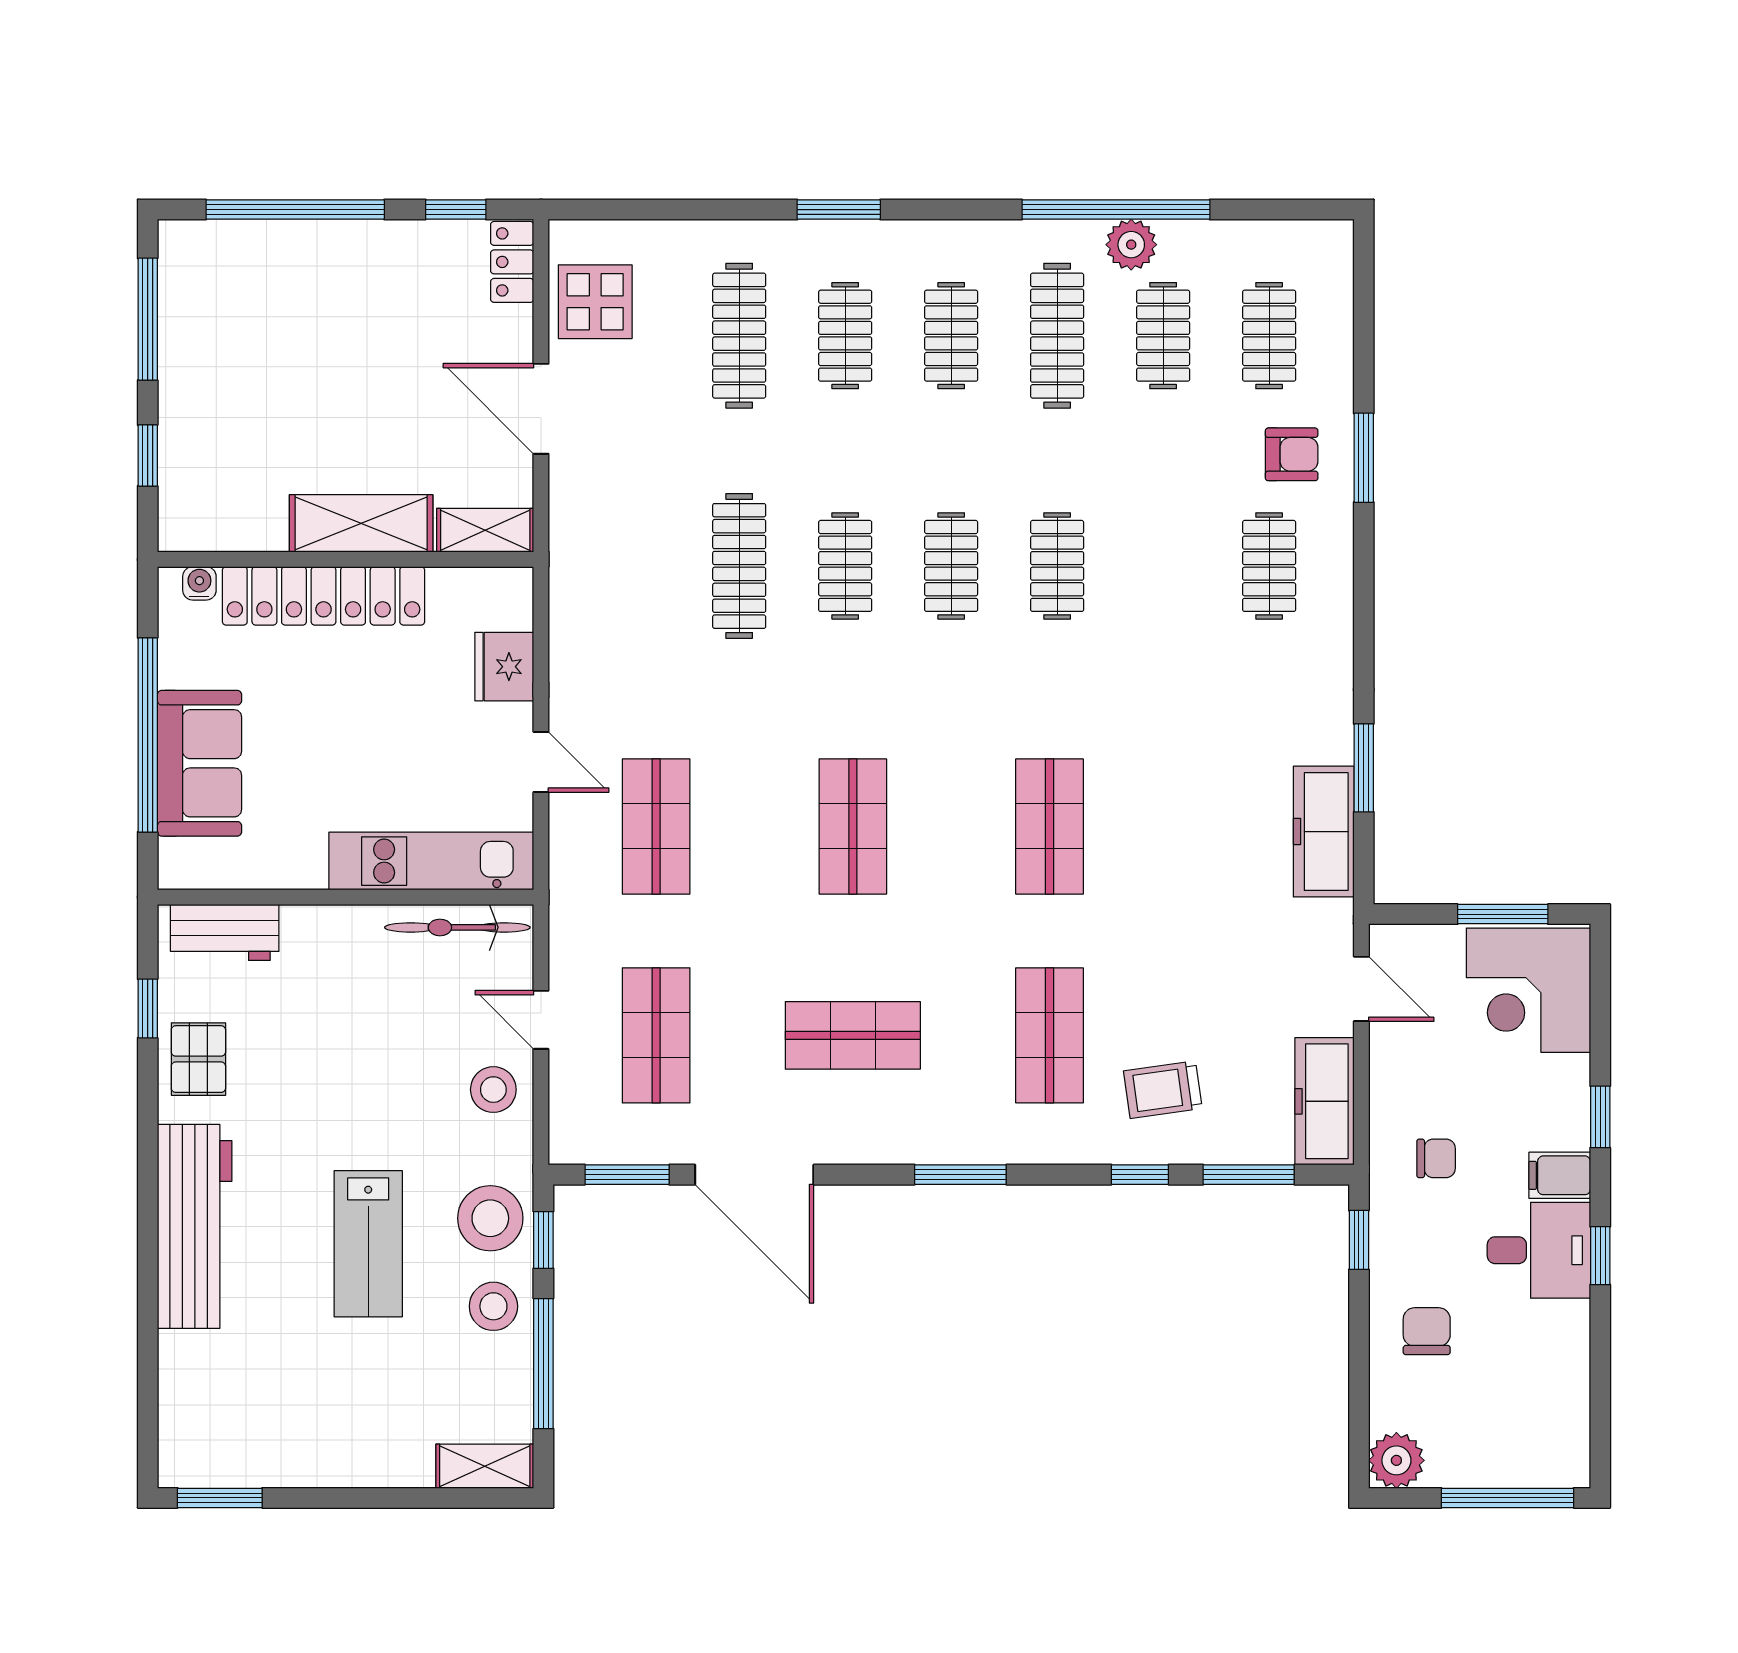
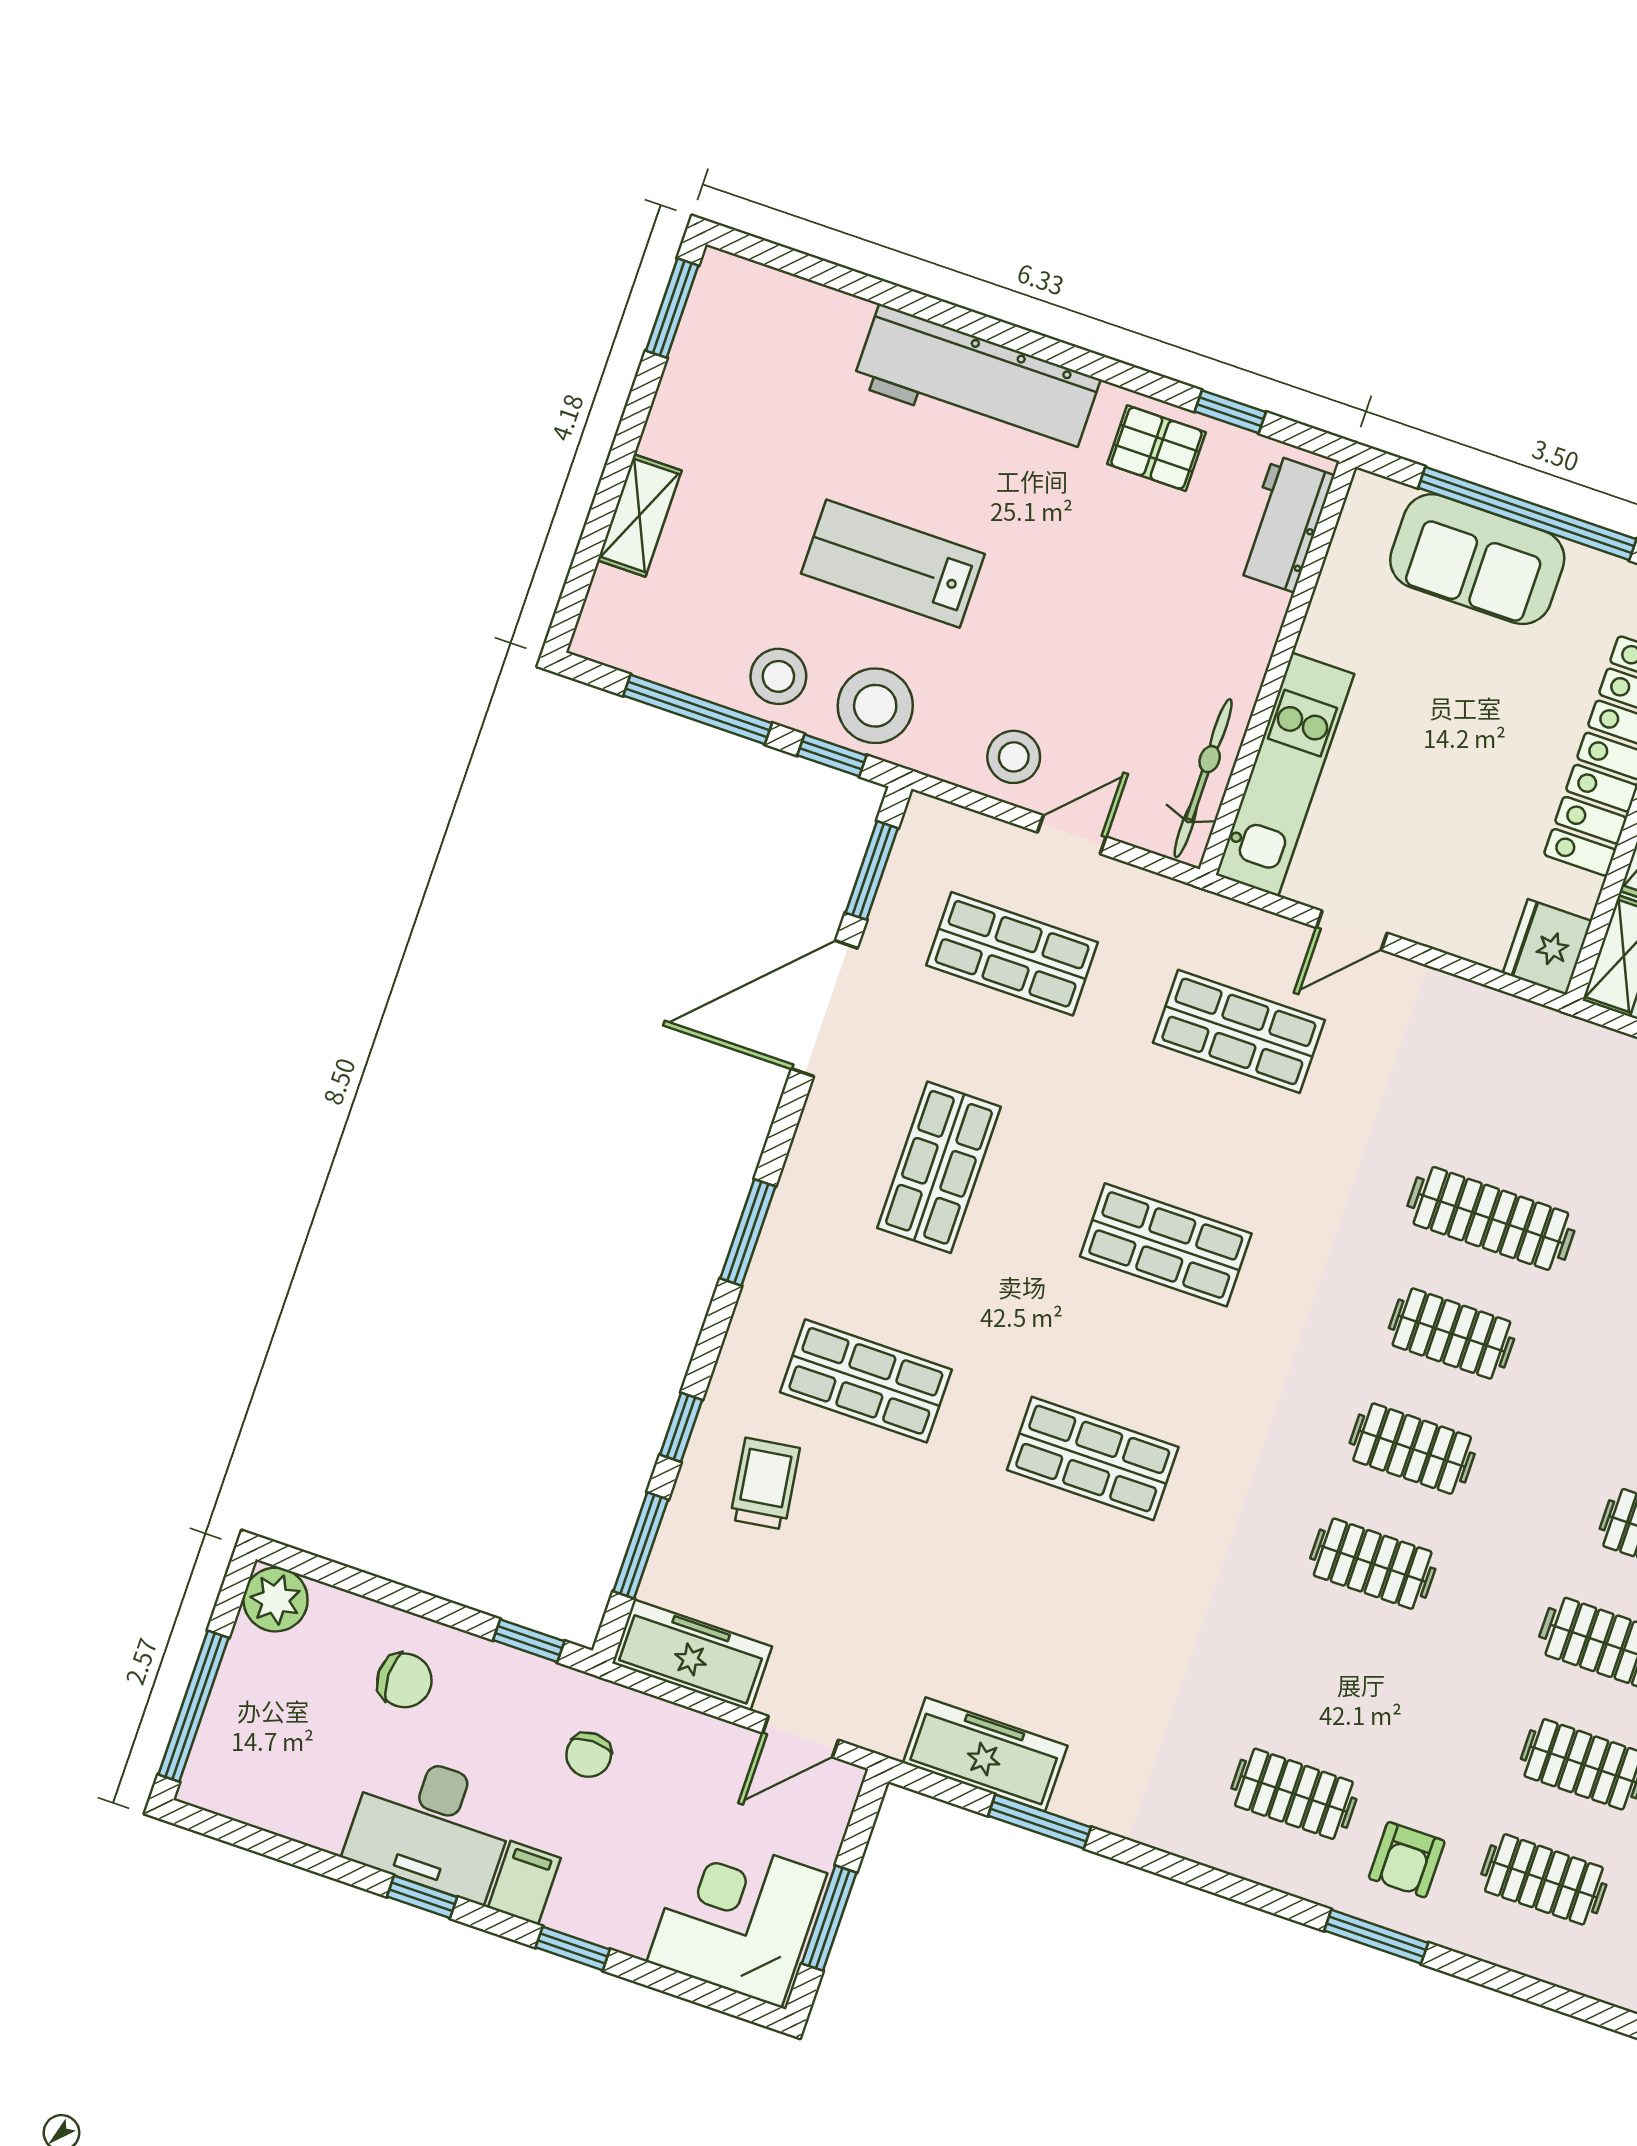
fridge: (504, 667) -> (1547, 947), moved, turned -90
desk: (1539, 1250) -> (431, 1826), width x1.37
shelving: (485, 1466) -> (640, 515), moved

